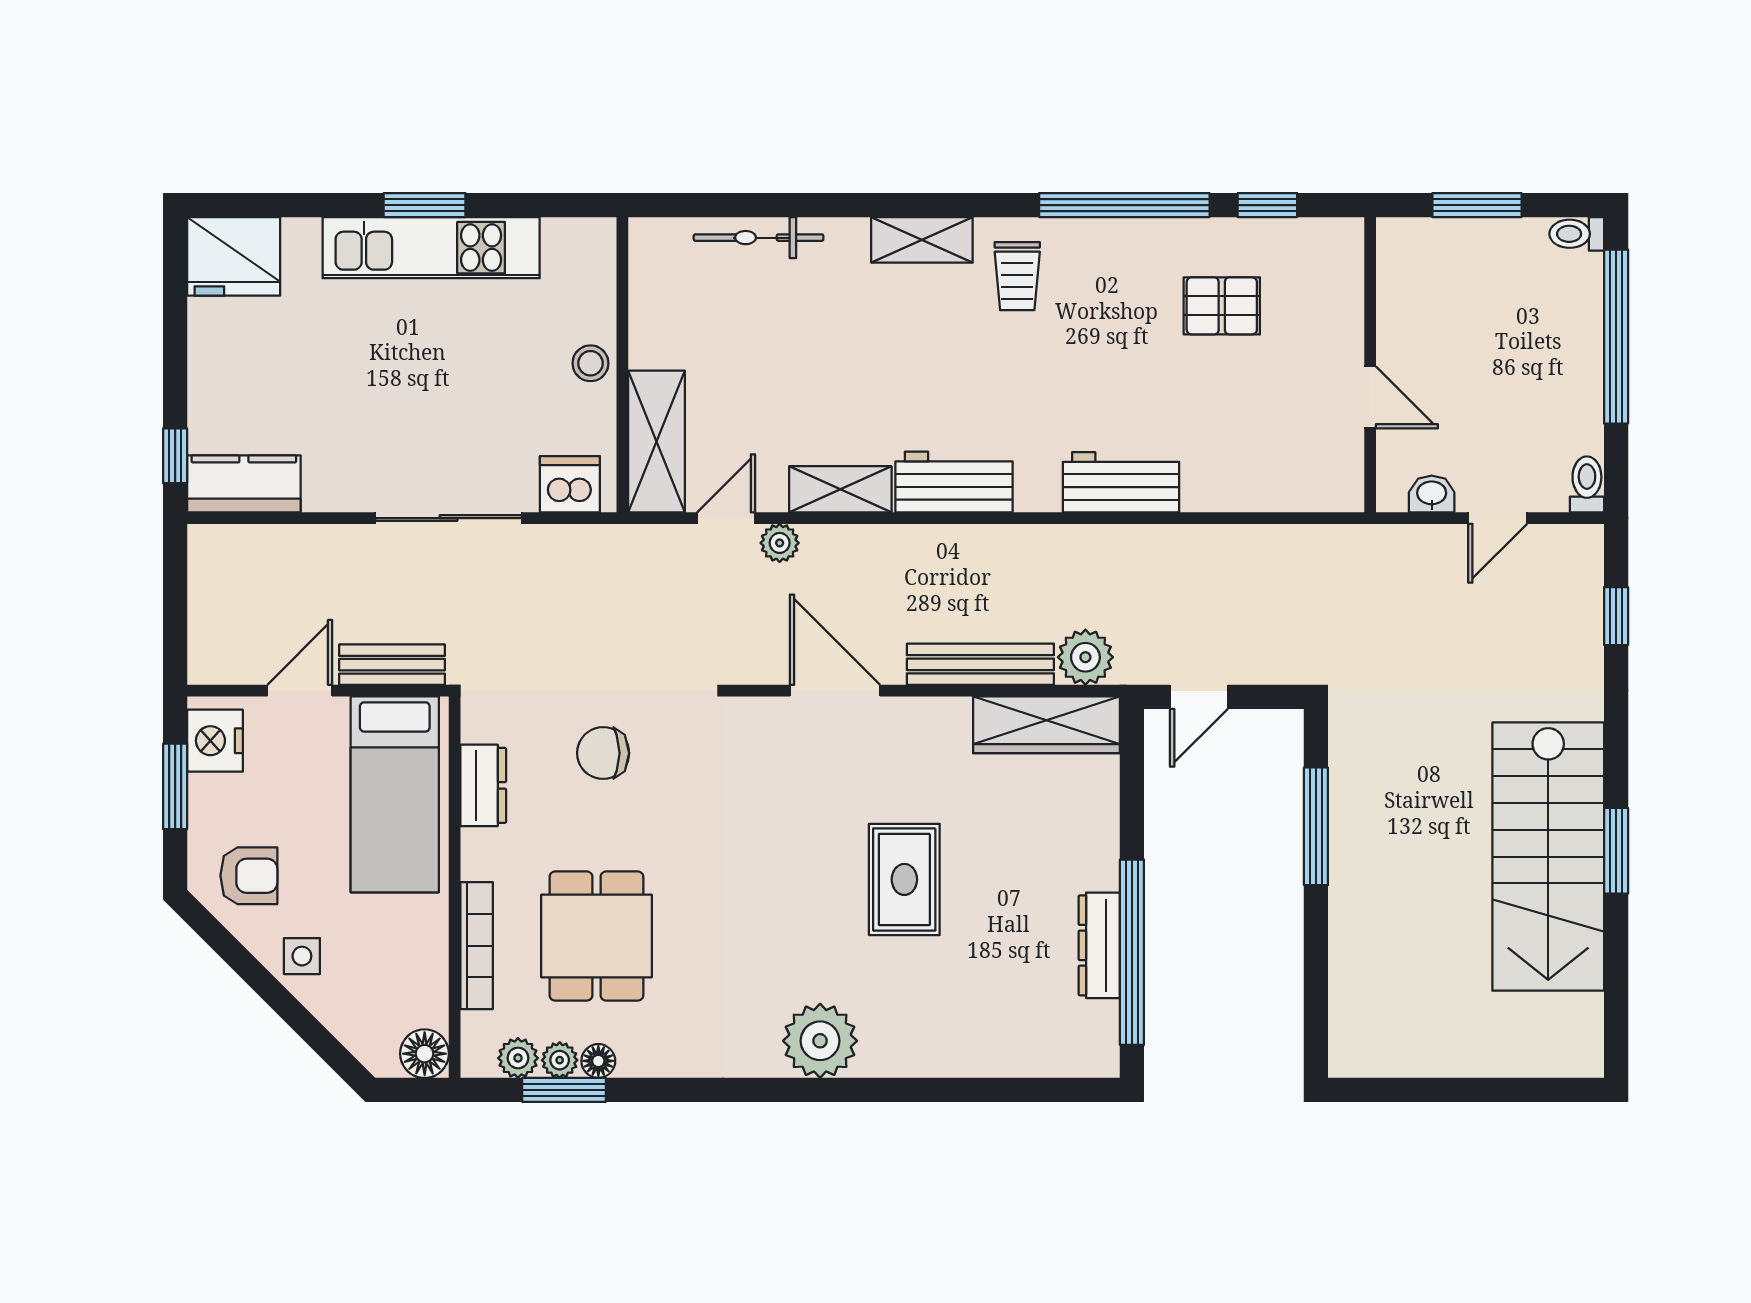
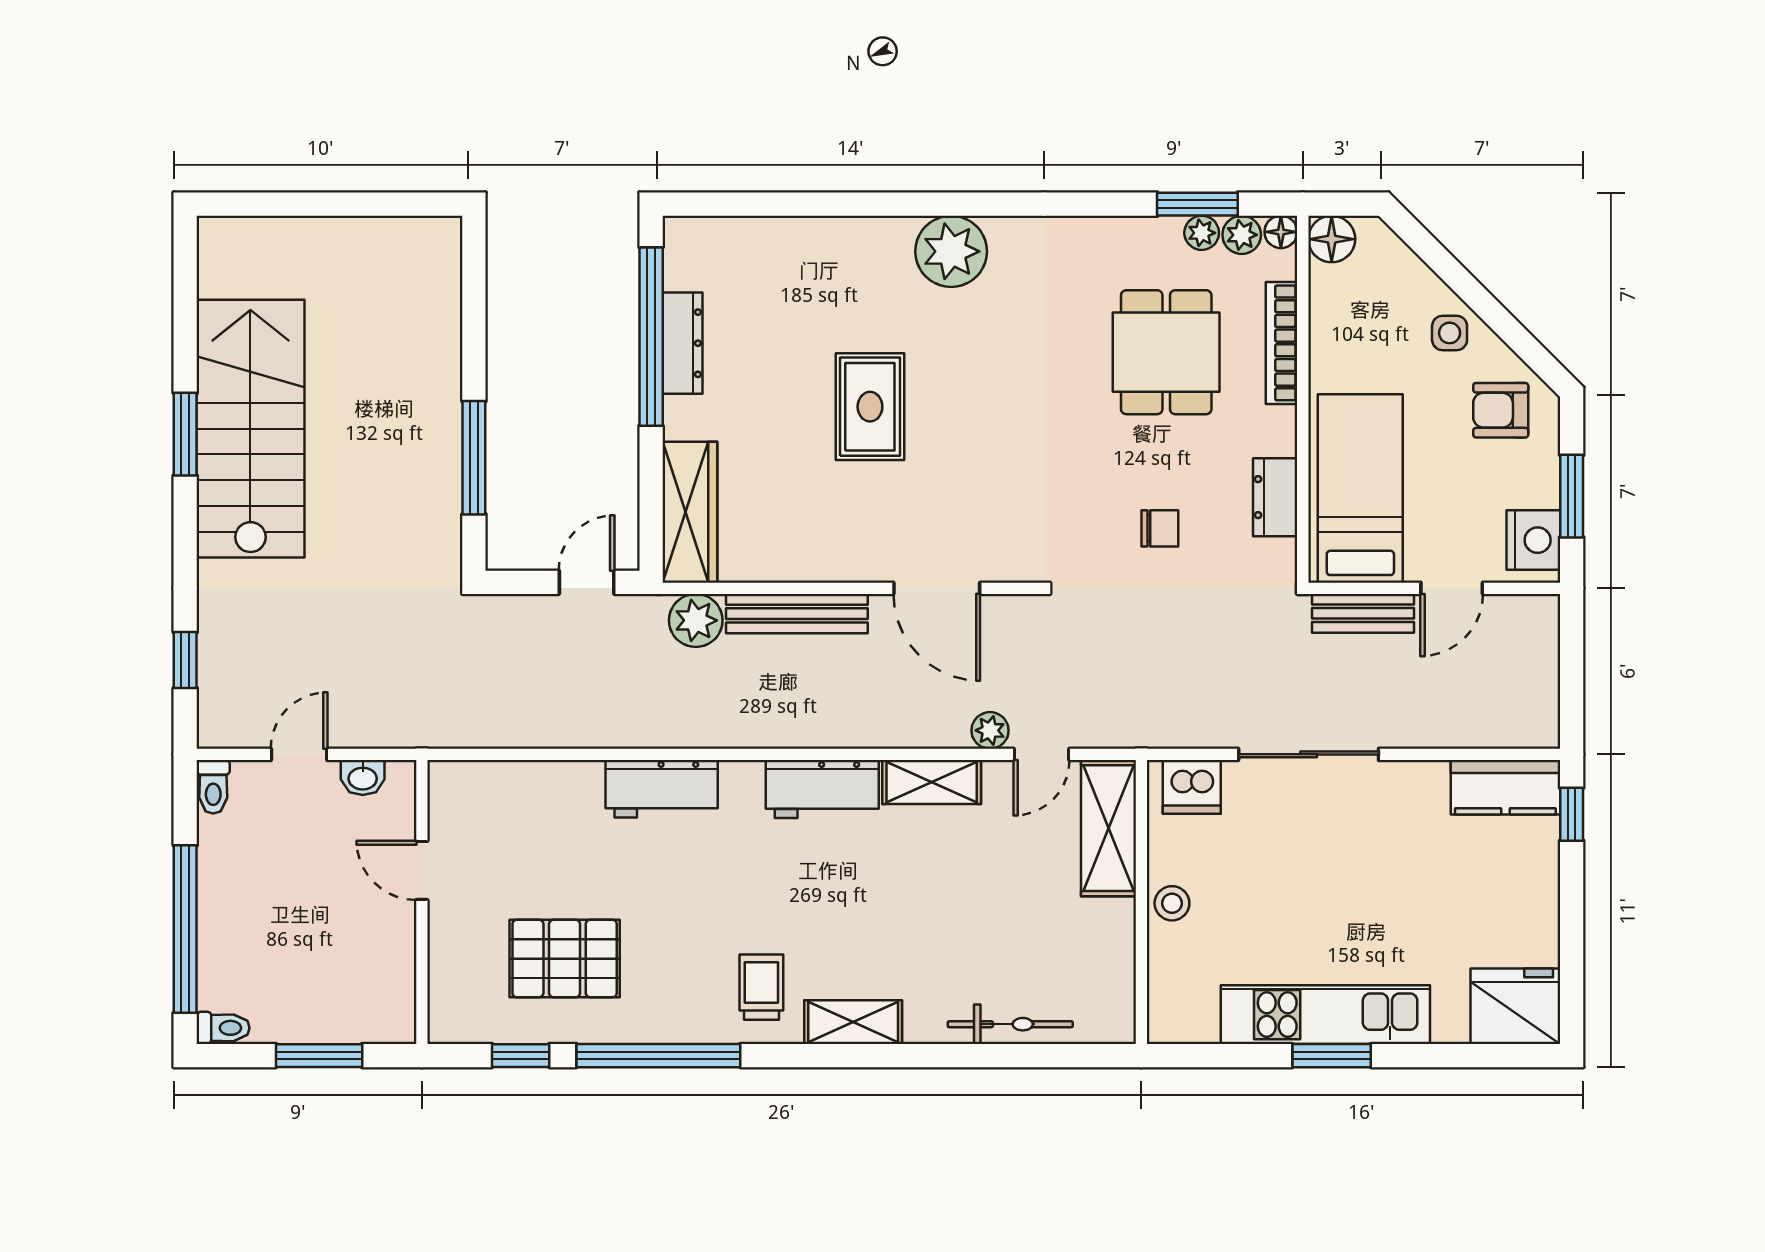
pallet: (1222, 306) -> (565, 959), width x1.50, depth x1.42
wardrobe: (1047, 725) -> (690, 512), moved, turned 90
chair: (603, 753) -> (1160, 528), width x0.73, depth x0.73
floor lamp: (598, 1061) -> (1281, 232), moved

